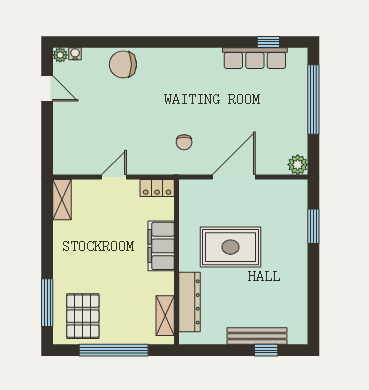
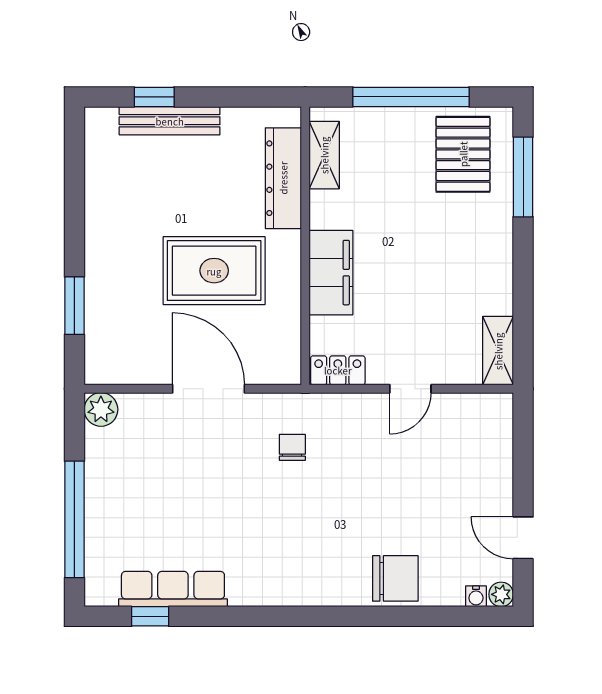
door: (234, 177) -> (209, 389), swing flipped

